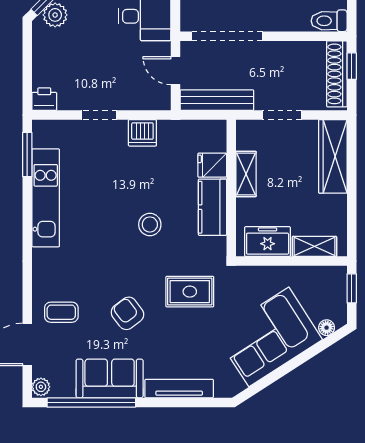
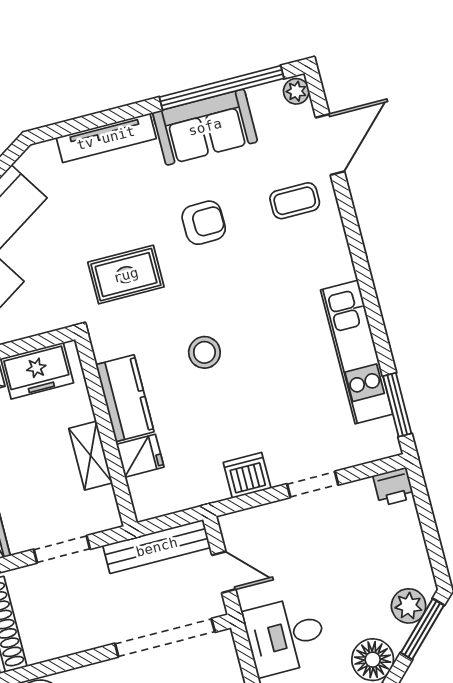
armchair: (127, 313) -> (204, 223), turned -54

